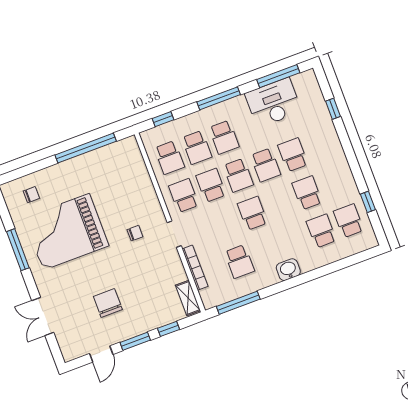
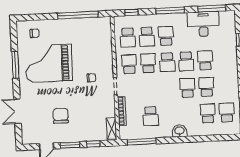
school desk: (224, 137) -> (166, 36), turned 180
school desk: (252, 213) -> (187, 88), moved

